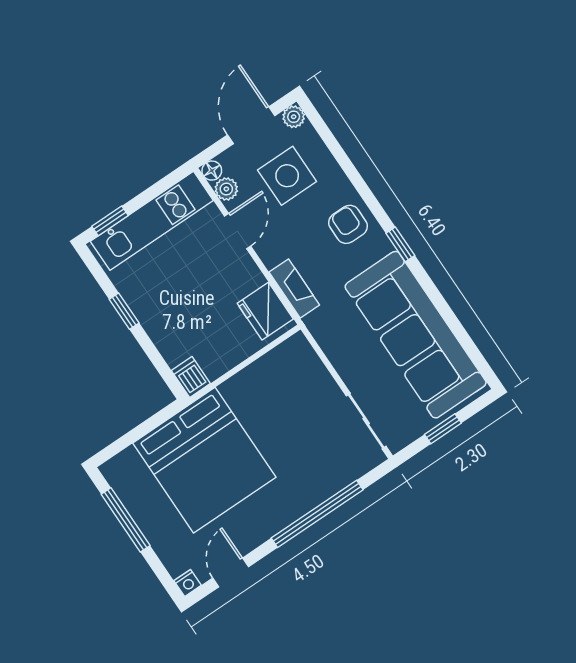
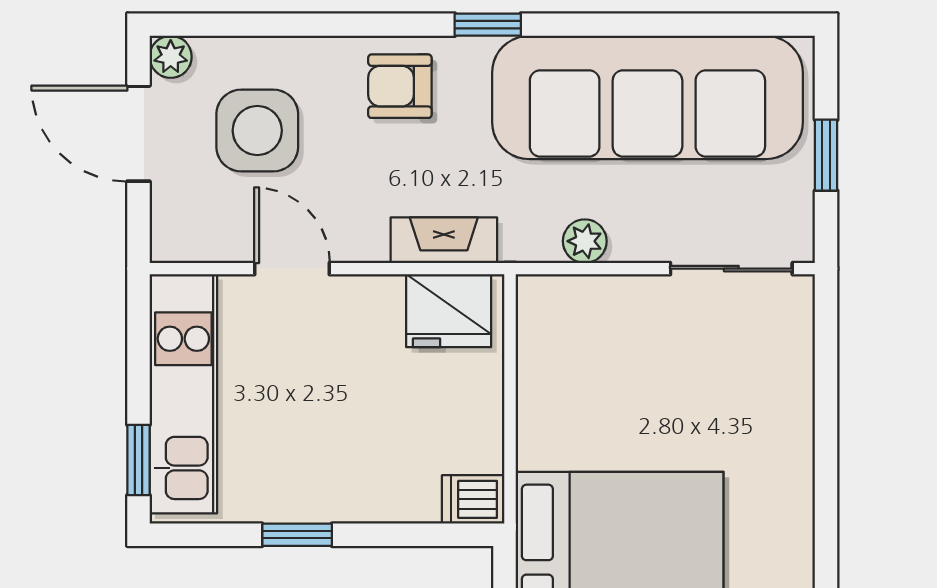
floor lamp: (212, 171) -> (168, 245), removed
plant: (226, 189) -> (585, 241), moved
window: (317, 514) -> (826, 446), removed

